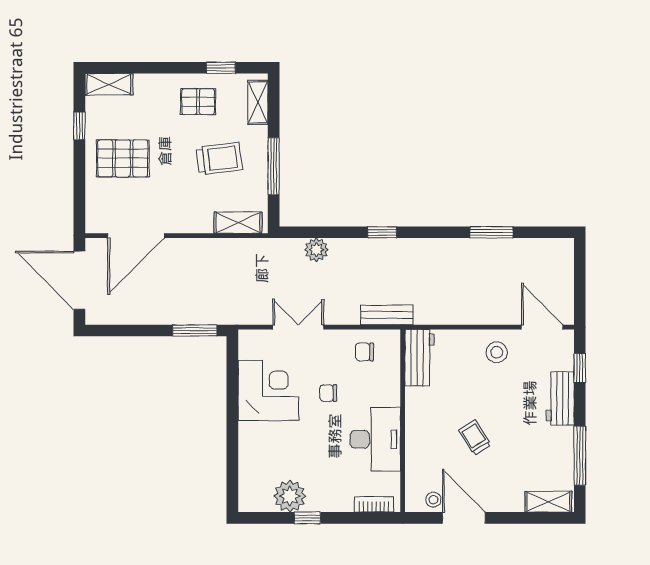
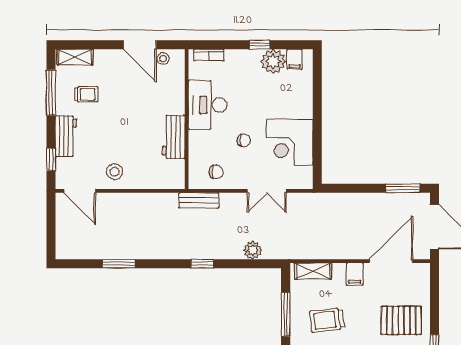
filing cabinet: (183, 219) -> (355, 274), added
window: (195, 331) -> (403, 188), moved
workbench: (420, 358) -> (174, 137), moved
trolley: (475, 438) -> (86, 94), moved, turned -58
filing cabinet: (262, 499) -> (295, 59), added

